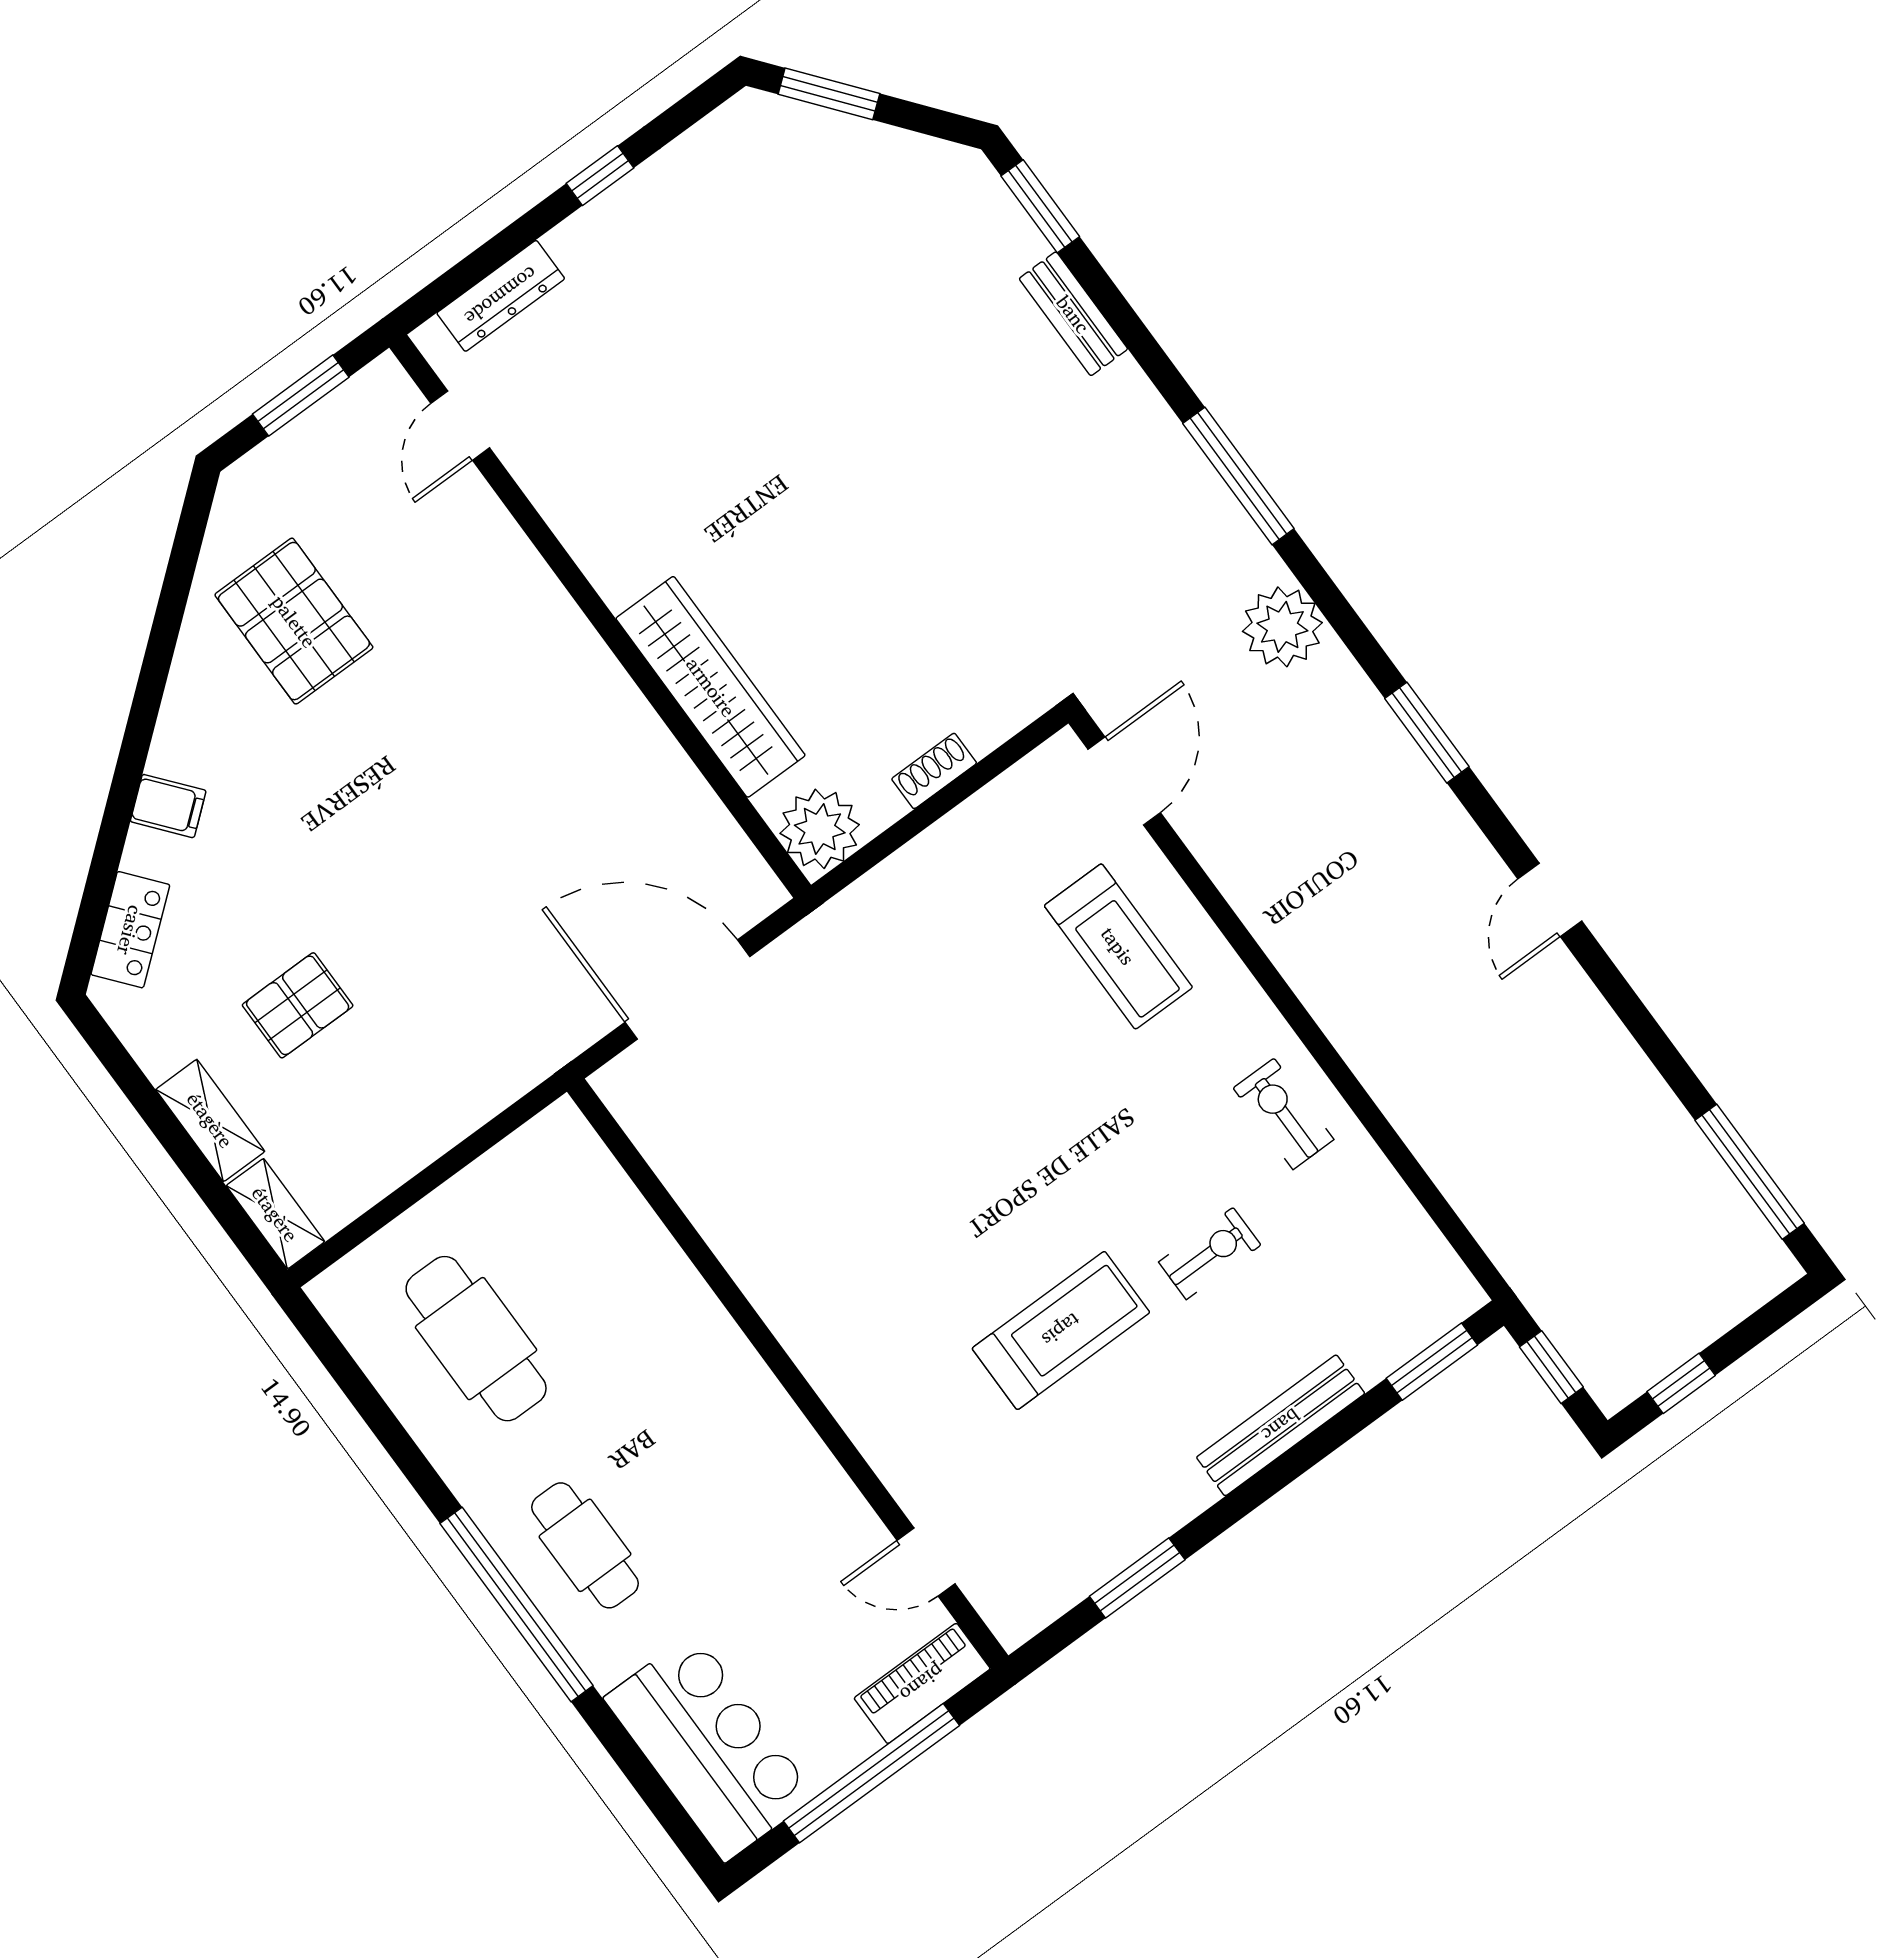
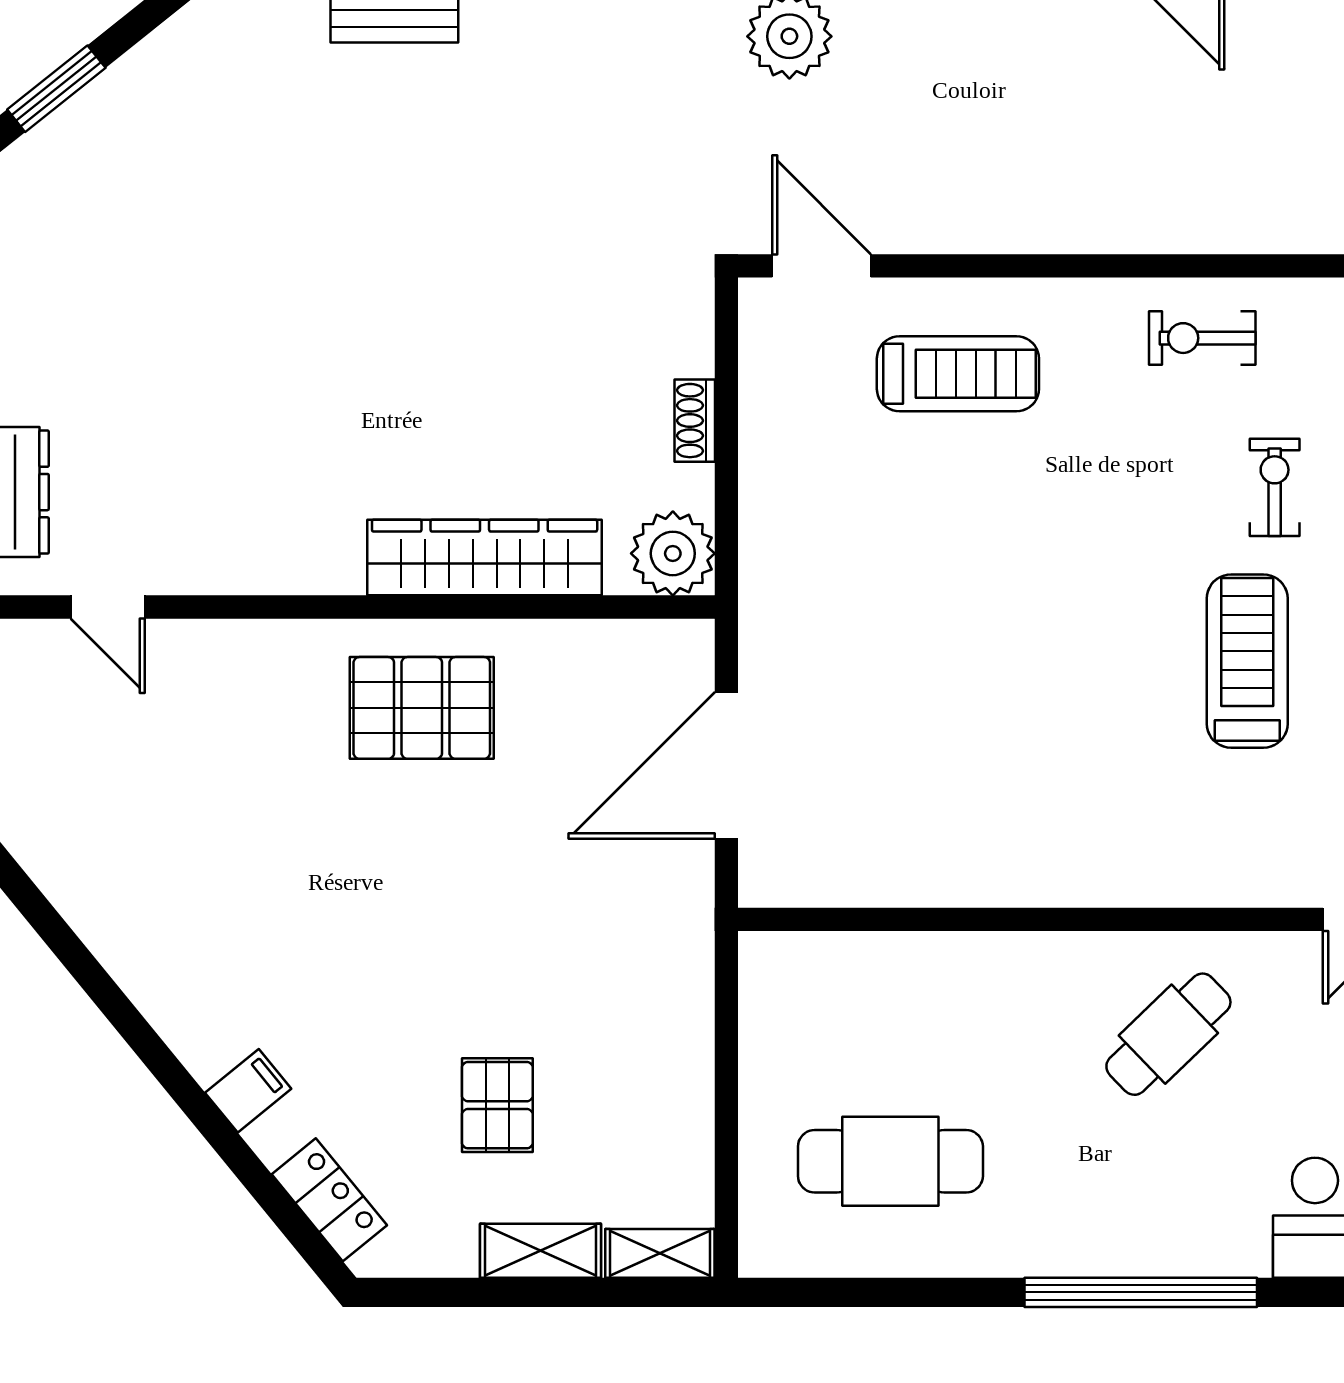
pallet: (294, 621) -> (422, 708), moved
cafe table: (585, 1545) -> (1168, 1034), moved, turned -44

